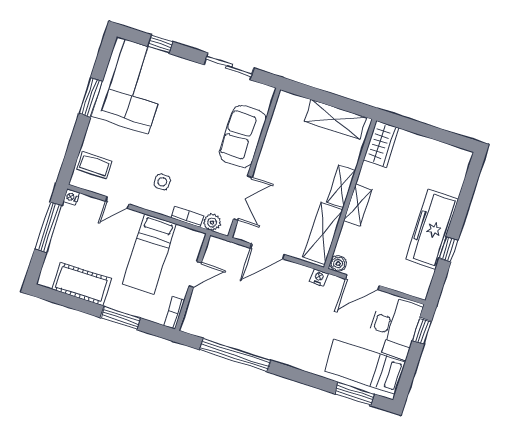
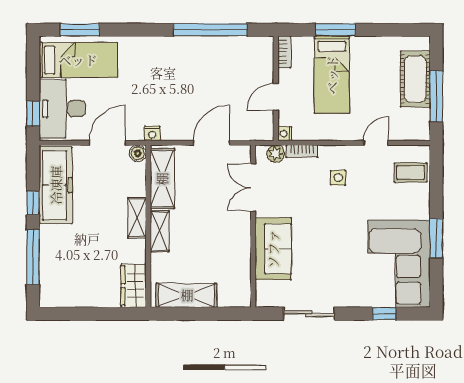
nightstand: (71, 197) -> (285, 134), moved, turned 180
window: (465, 200) -> (33, 257), added
freezer: (432, 229) -> (56, 185), moved
bed: (149, 254) -> (332, 75), moved, turned 180
cot: (81, 284) -> (415, 79), moved, turned 90

